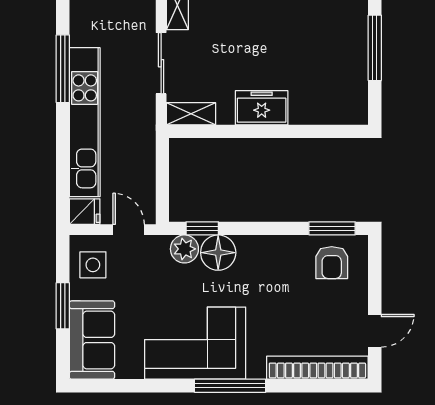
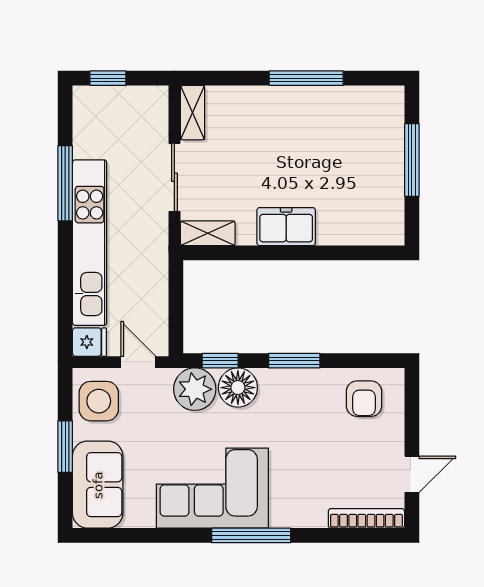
window: (332, 228) -> (294, 361), moved
plant: (184, 249) -> (195, 389), width x1.36, depth x1.36
side table: (93, 265) -> (99, 401), width x1.37, depth x1.37
bookcase: (317, 368) -> (366, 518), width x0.68, depth x0.76

